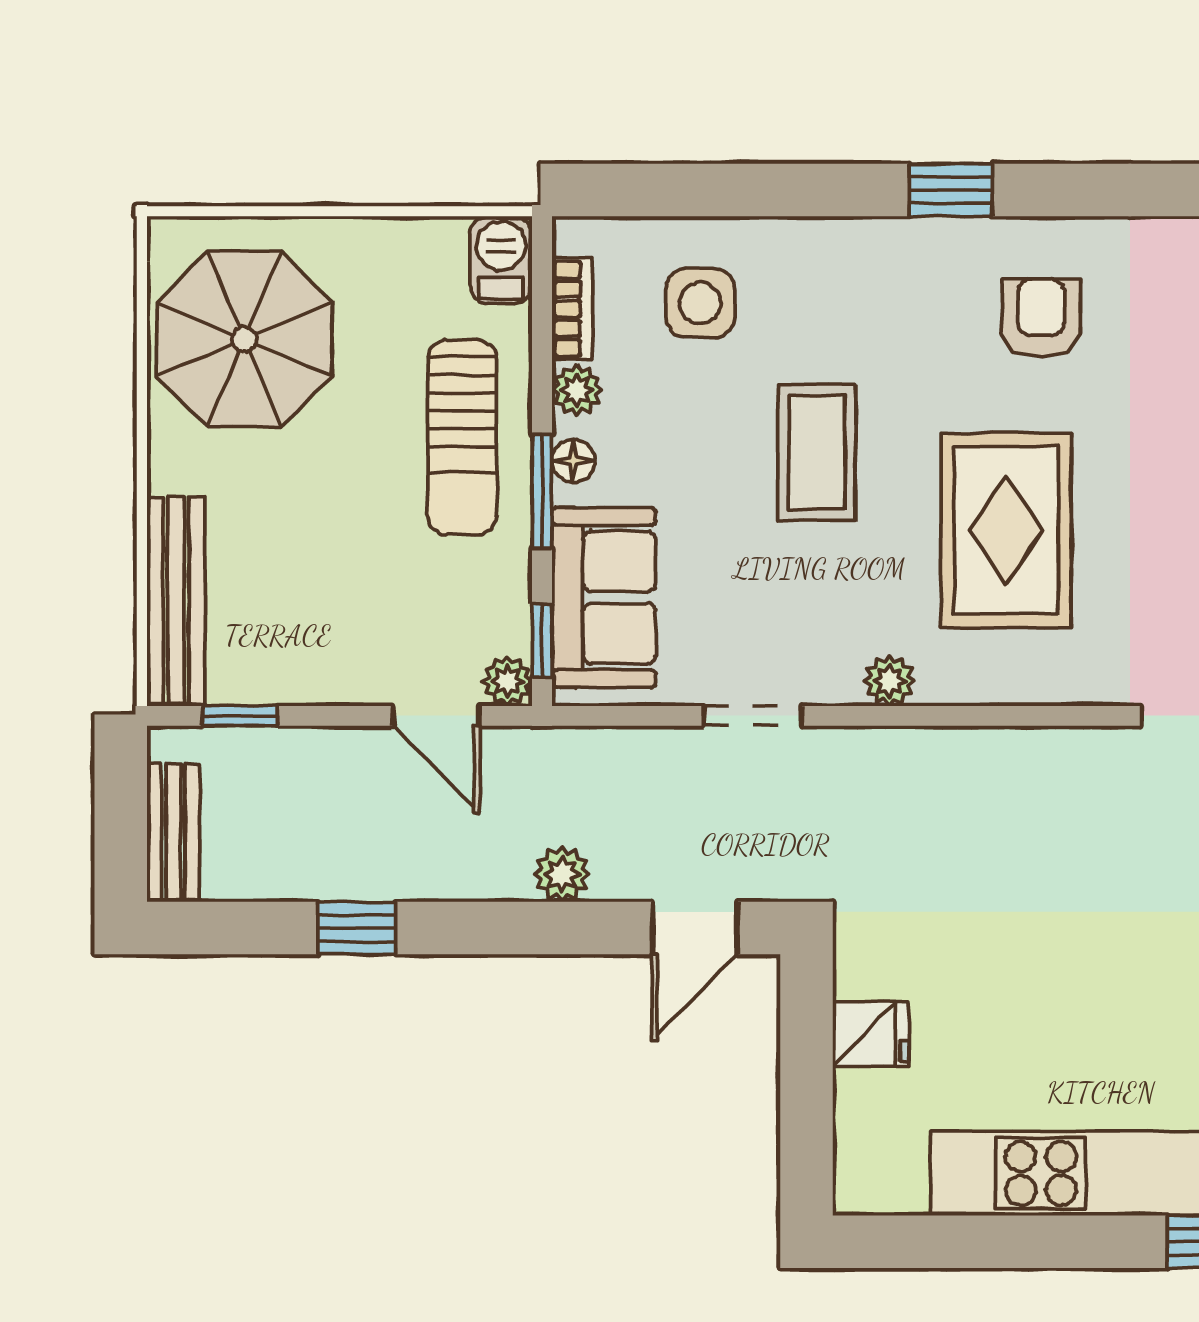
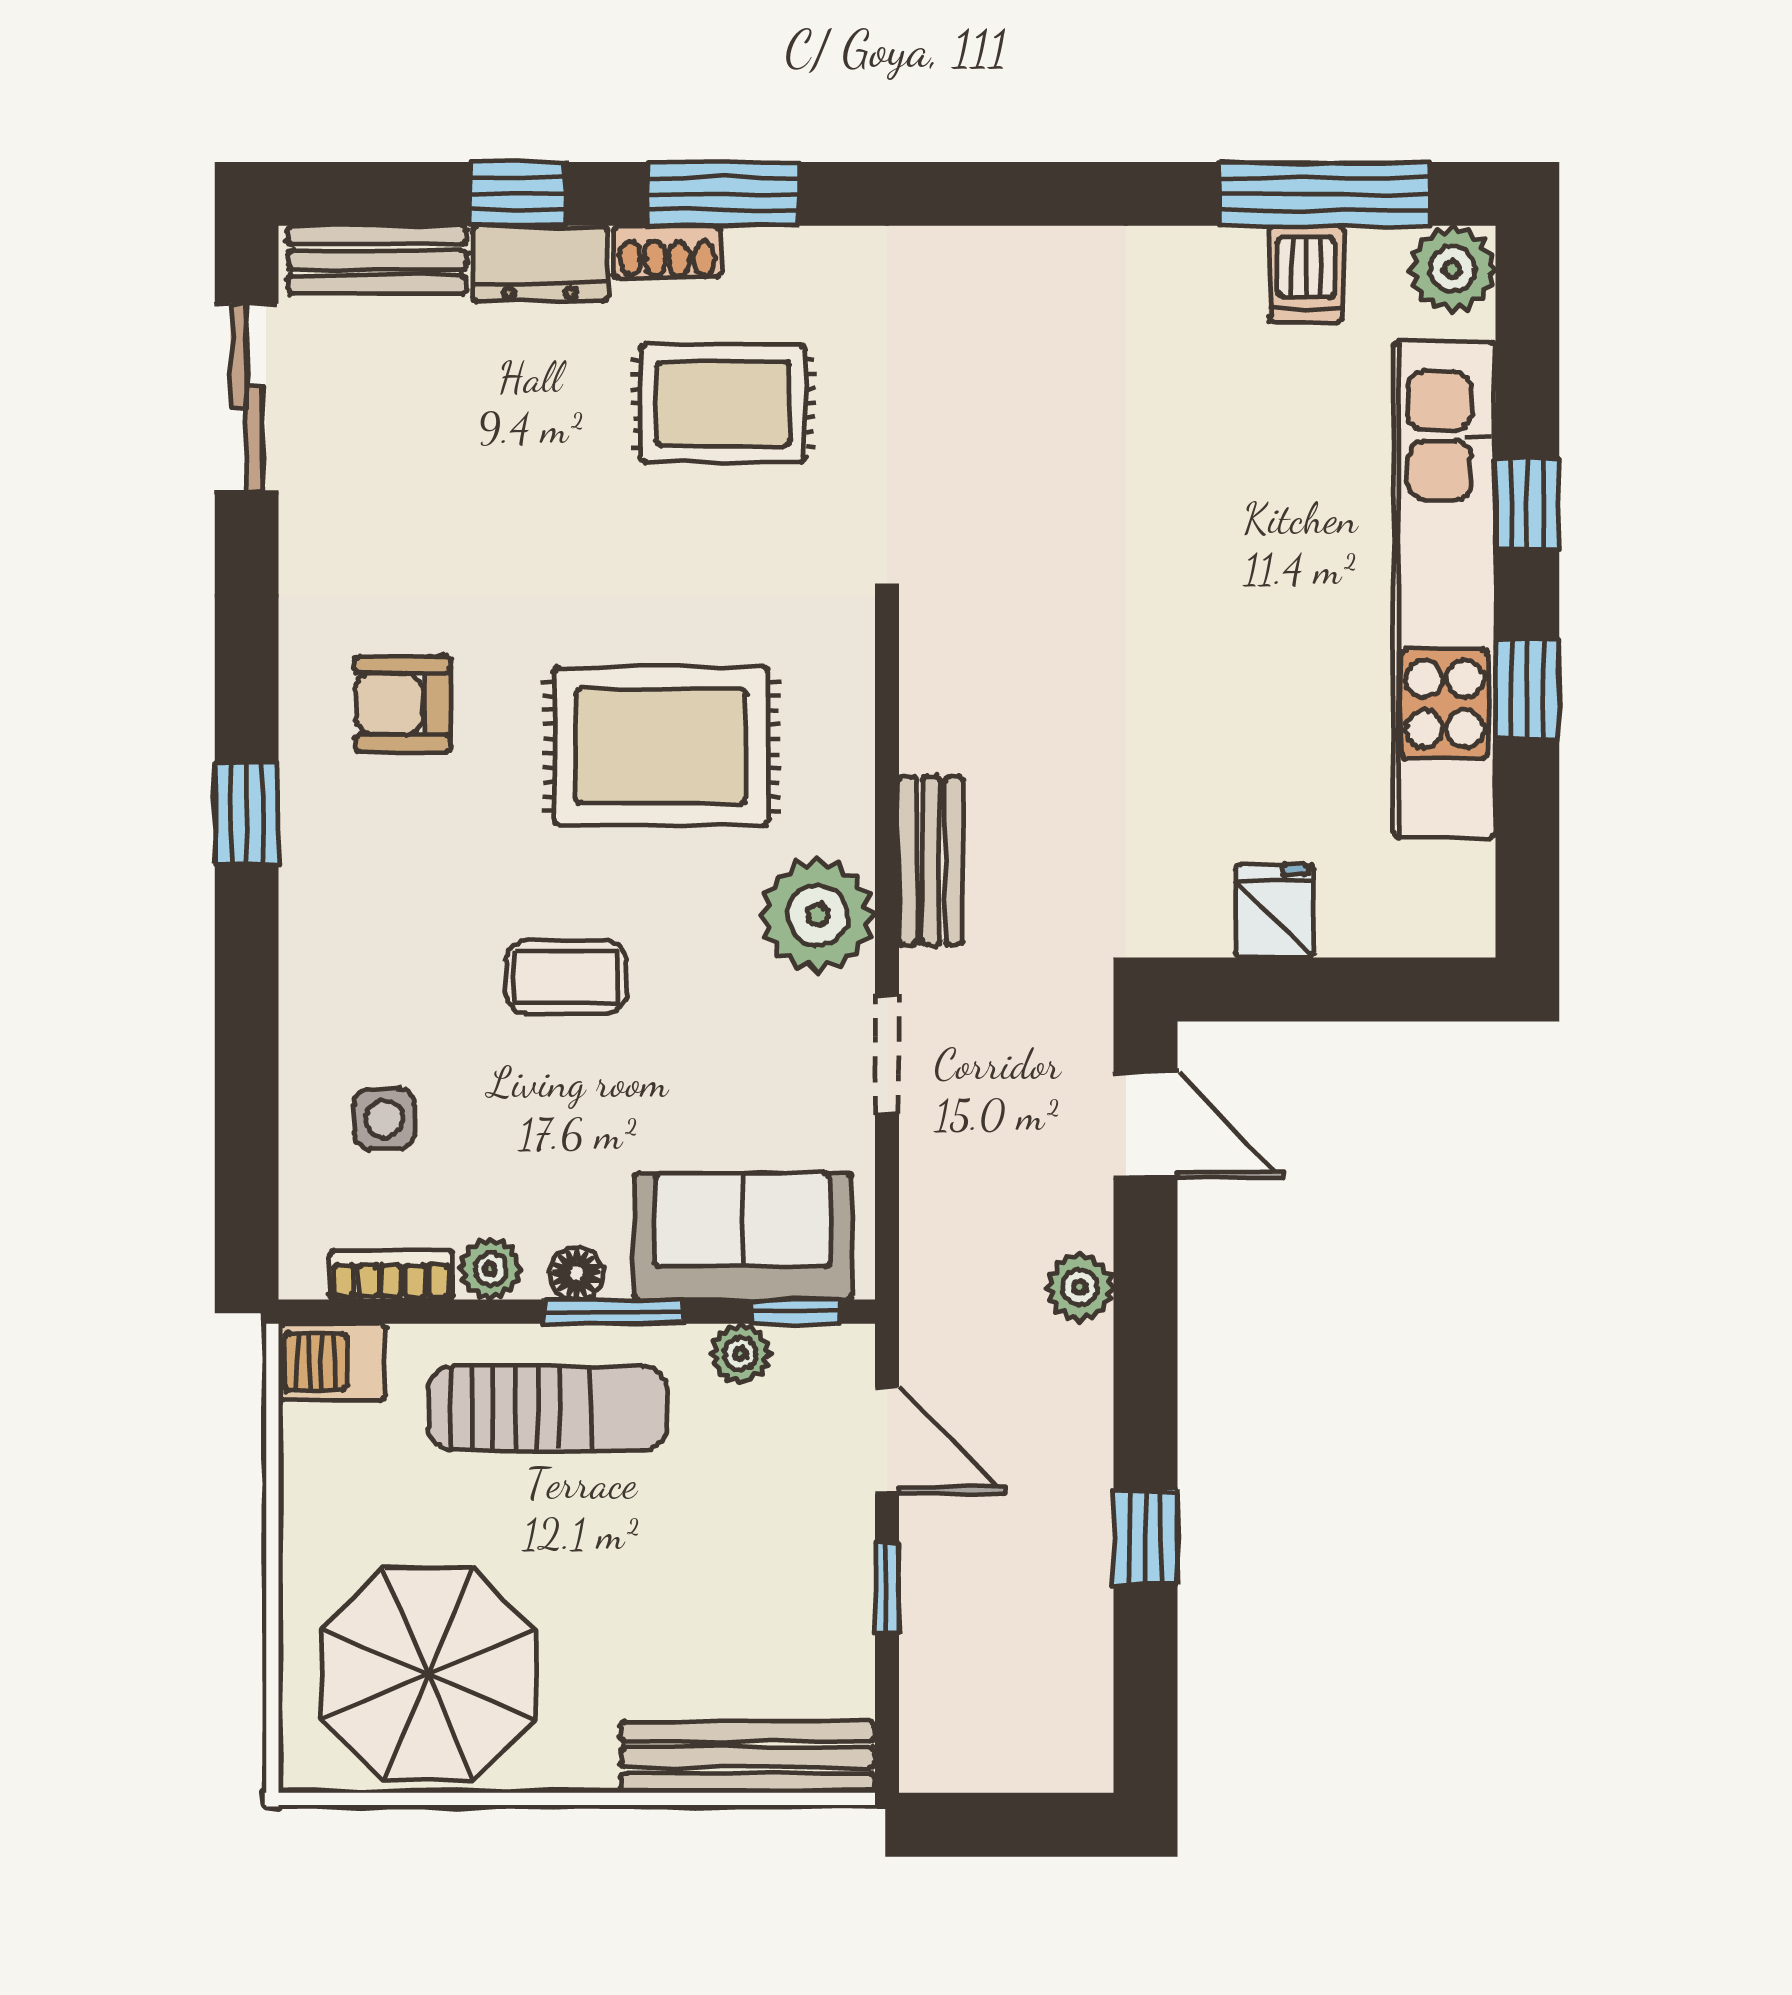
side table: (700, 303) -> (384, 1119), width x0.73, depth x0.73
coffee table: (817, 452) -> (566, 977), width x0.73, depth x0.77
plant: (507, 681) -> (740, 1354), moved
plant: (889, 681) -> (818, 915), width x1.88, depth x1.88
window: (240, 716) -> (887, 1588), moved
door: (436, 716) -> (887, 1441), hinge flipped
bench: (173, 833) -> (931, 861), moved, turned 90
window: (1053, 1242) -> (1527, 689), added

